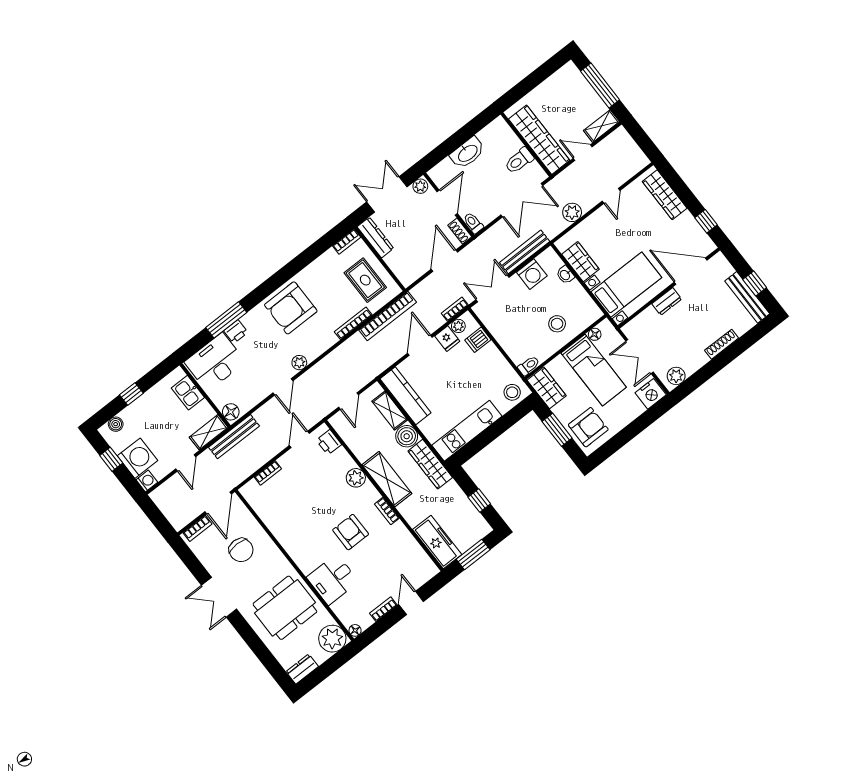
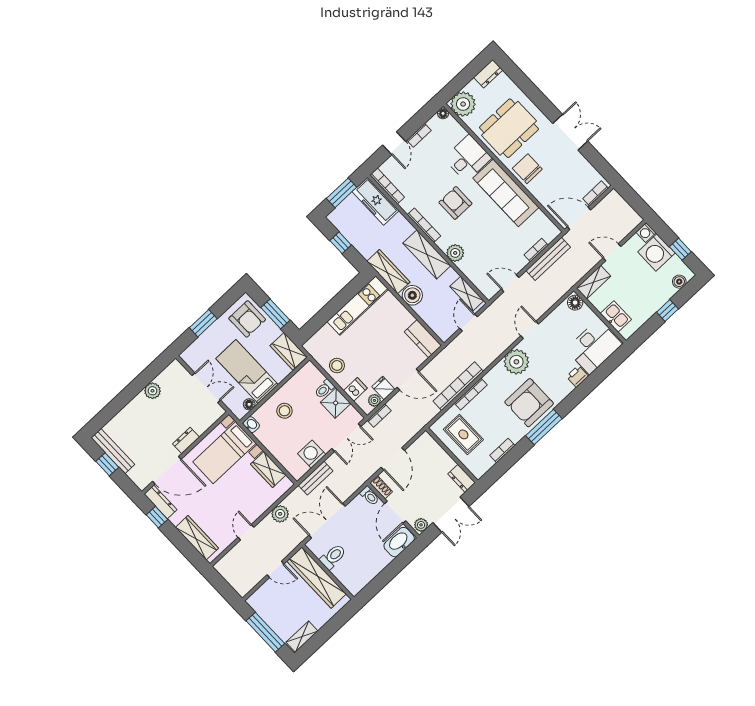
shelving: (601, 126) -> (302, 637), moved
washbasin: (467, 153) -> (399, 542), moved
dresser: (701, 237) -> (160, 502), added
dresser: (375, 238) -> (462, 478), width x0.70
bookcase: (347, 242) -> (502, 450), moved
bench: (525, 252) -> (316, 478), width x0.73
washbasin: (565, 275) -> (251, 425), moved
armchair: (291, 308) -> (529, 403), turned 180
bookcase: (388, 316) -> (458, 386), moved
window: (226, 320) -> (544, 427), moved
shower: (501, 327) -> (336, 403), added
shoe rack: (722, 344) -> (132, 406), removed
door: (420, 345) -> (408, 380), hinge flipped
plant: (299, 363) -> (516, 362), width x1.87, depth x1.87
toilet: (529, 366) -> (324, 389), moved
plant: (676, 376) -> (153, 391), moved
stool: (512, 392) -> (337, 365), moved
nightstand: (651, 394) -> (193, 355), removed
kitchen counter: (405, 396) -> (423, 339), width x0.67
shelving: (390, 411) -> (467, 294), moved
armchair: (588, 427) -> (247, 319), turned -90
window: (636, 427) -> (203, 323), added
bench: (234, 437) -> (548, 259), moved
door: (299, 439) -> (510, 283), swing flipped
printer: (329, 442) -> (483, 283), removed
door: (186, 463) -> (612, 252), hinge flipped
door: (218, 503) -> (579, 218), hinge flipped
bookcase: (387, 511) -> (424, 225), width x1.56
armchair: (351, 532) -> (455, 203), turned 180
sofa: (295, 538) -> (506, 193), added
chair: (241, 550) -> (527, 169), moved
bookcase: (423, 557) -> (387, 186), added

